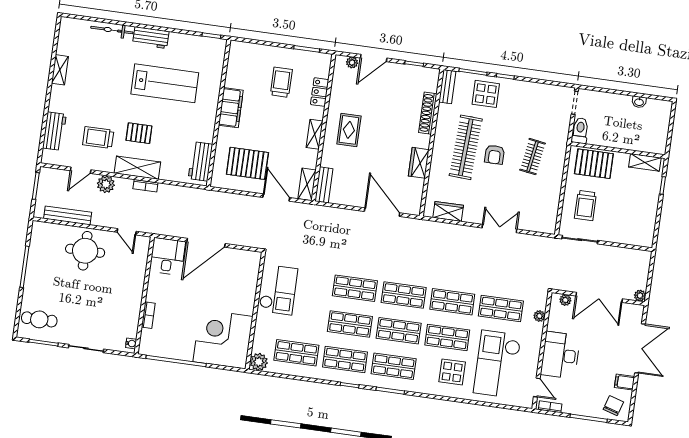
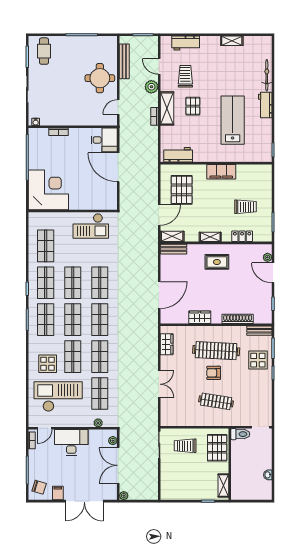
lab bench: (165, 83) -> (233, 120), turned 180
clothes rail: (533, 157) -> (216, 401), width x1.36
plant: (259, 362) -> (35, 219), removed

